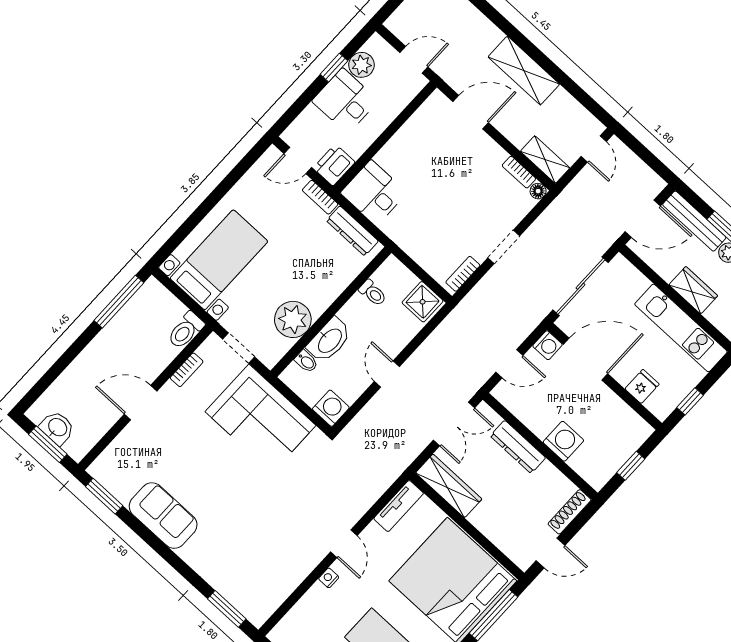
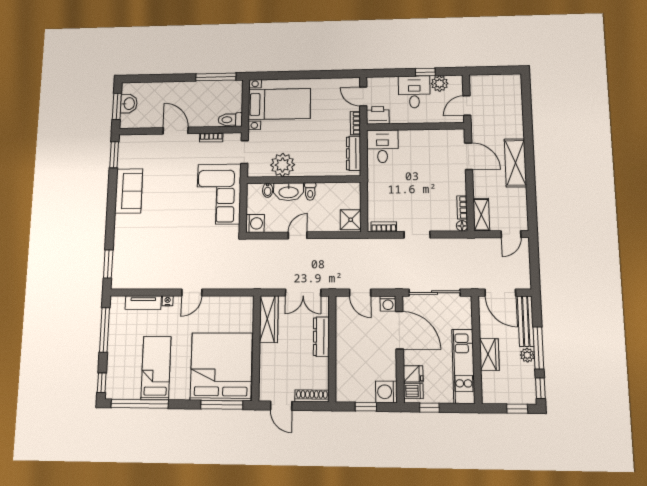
door: (414, 60) -> (467, 105), swing flipped
toilet: (373, 293) -> (310, 191), moved
dishwasher: (659, 402) -> (413, 391), added
washing machine: (563, 441) -> (386, 392), moved, turned 180
tv unit: (399, 506) -> (143, 303), moved

